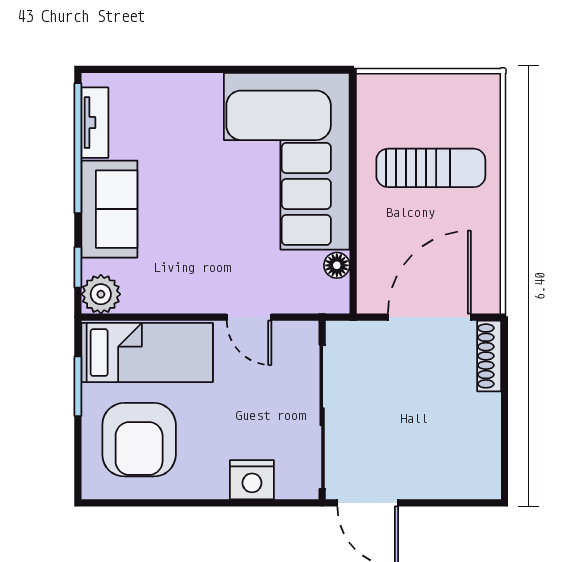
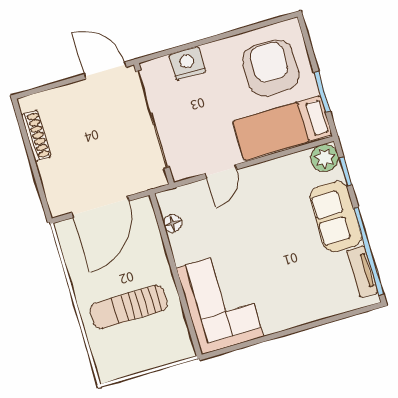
corner sofa: (287, 161) -> (220, 302), width x0.73, depth x0.74
door: (249, 317) -> (221, 172), swing flipped
shoe rack: (489, 356) -> (36, 136), moved

